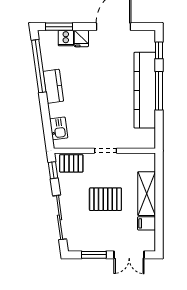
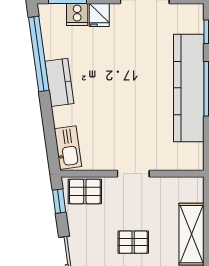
kitchen sink: (59, 128) -> (68, 148), width x1.38
pallet: (105, 199) -> (133, 242), width x0.67, depth x0.71

